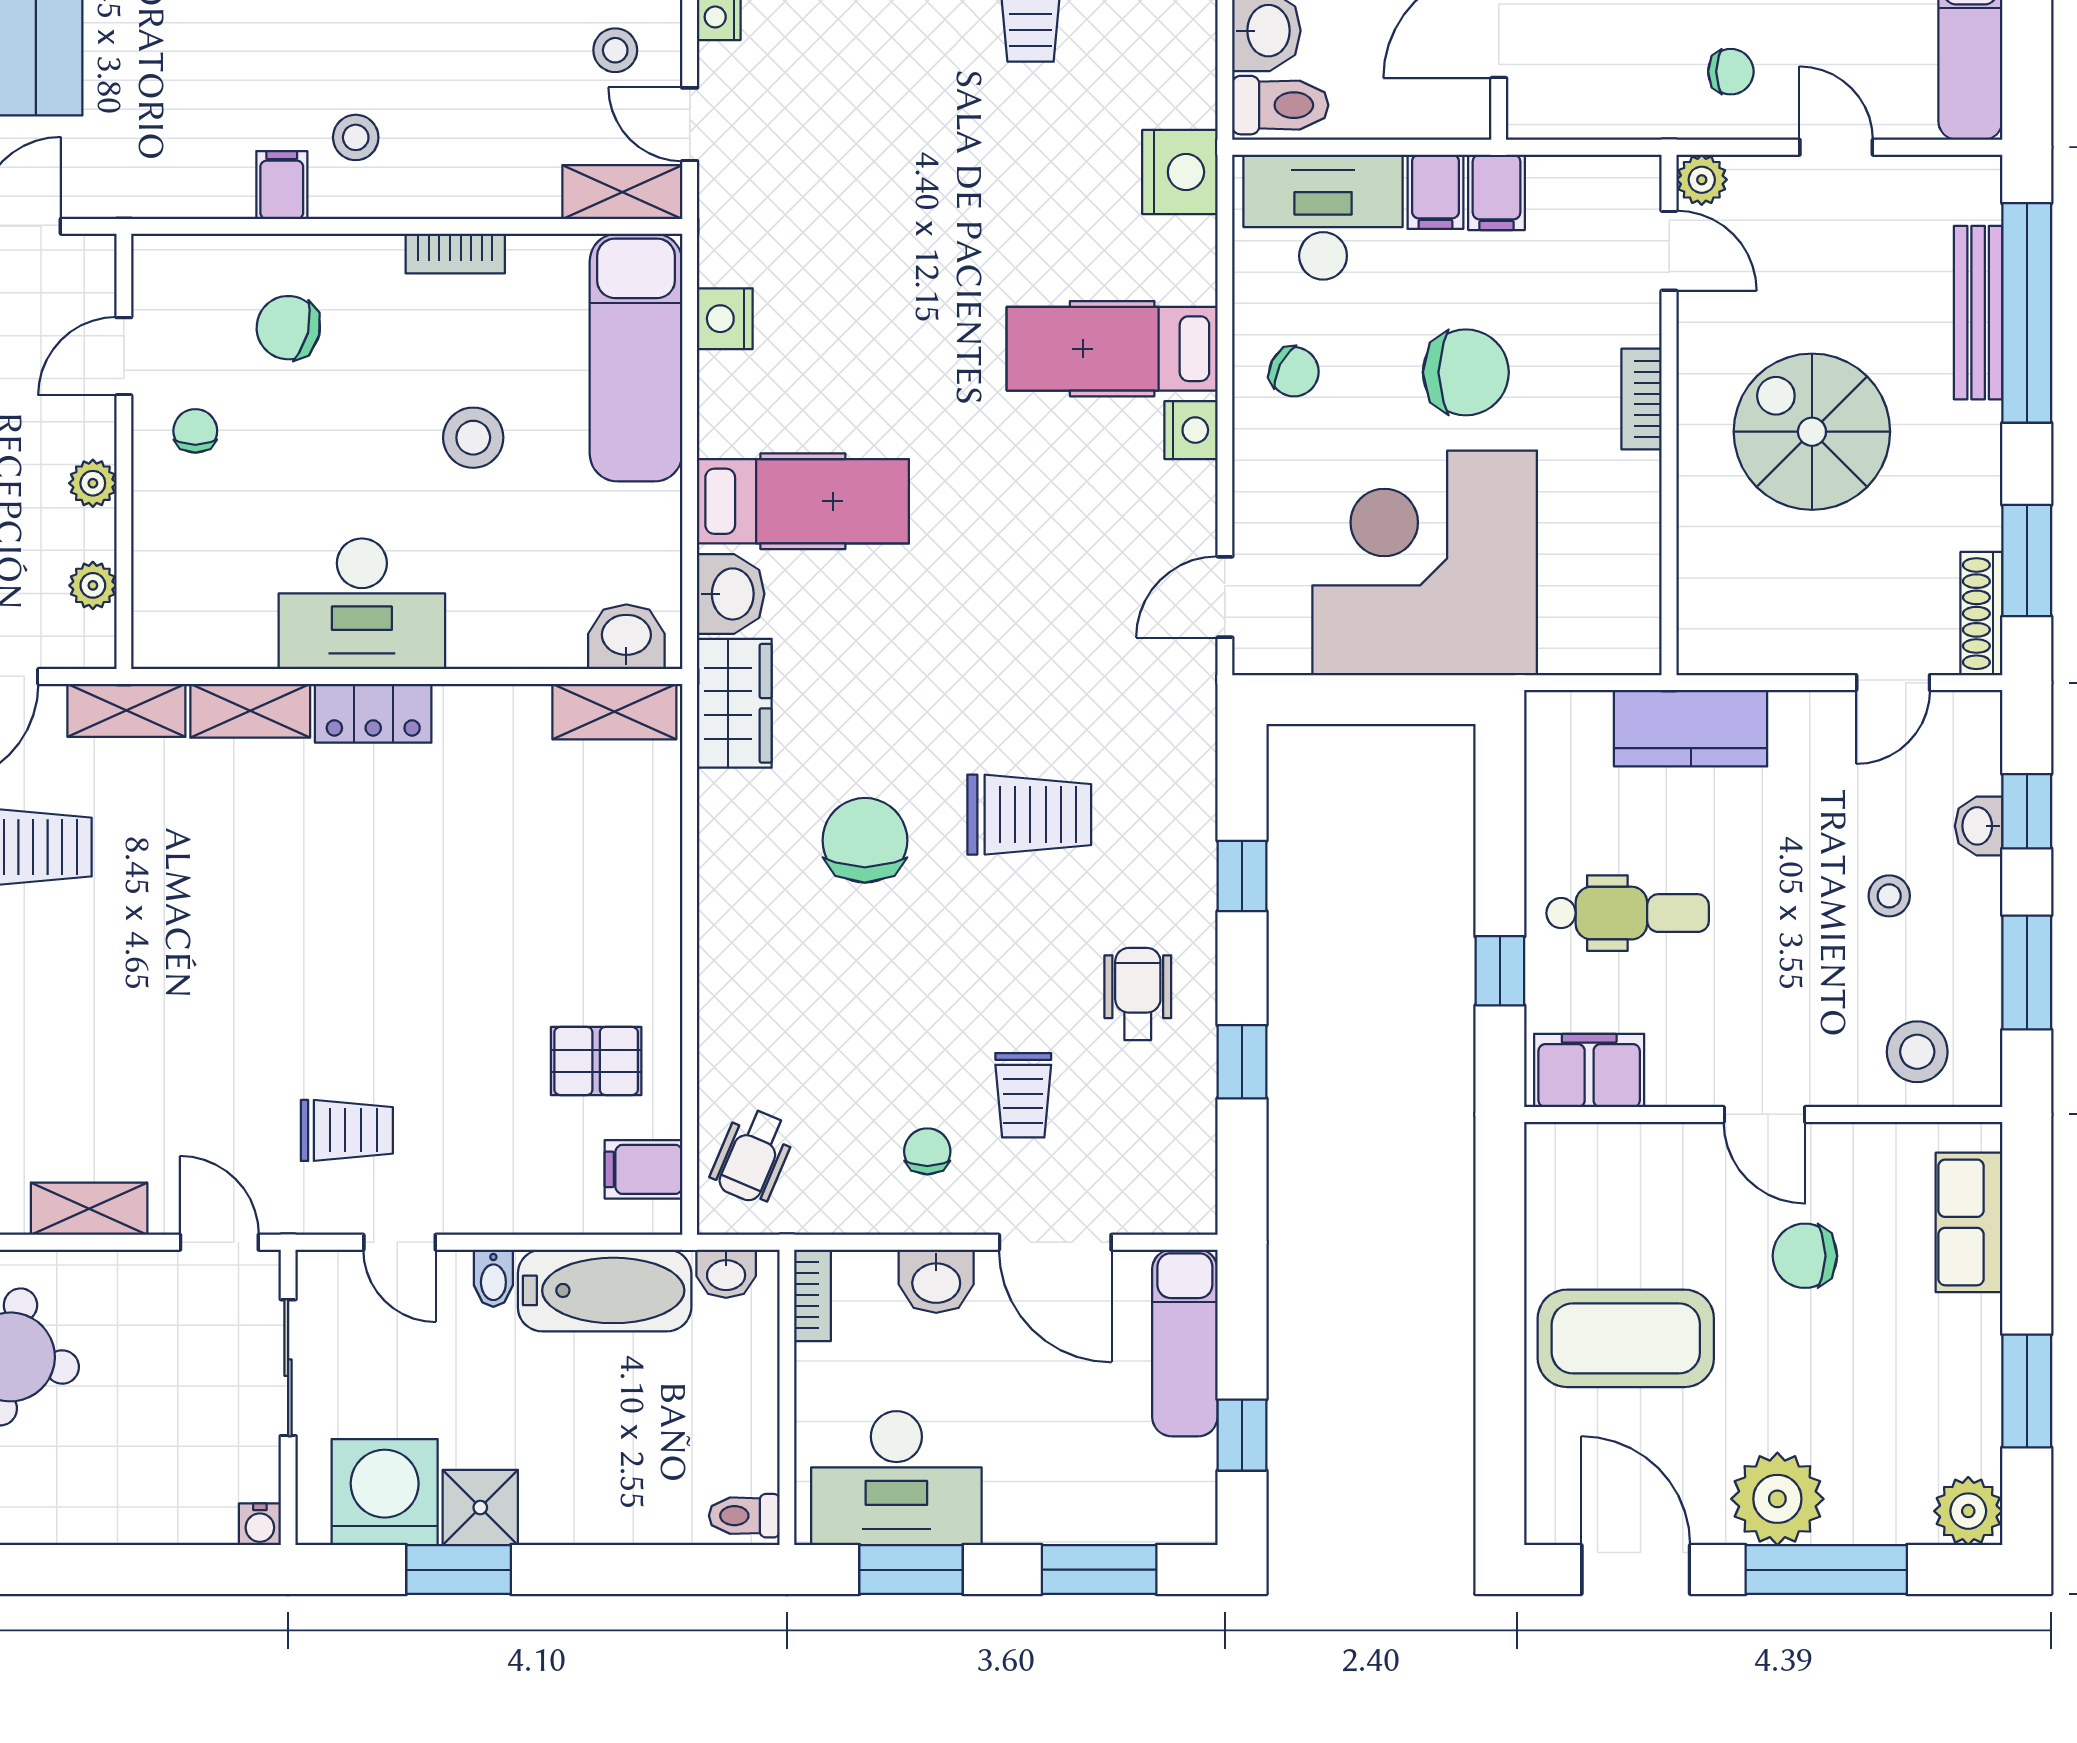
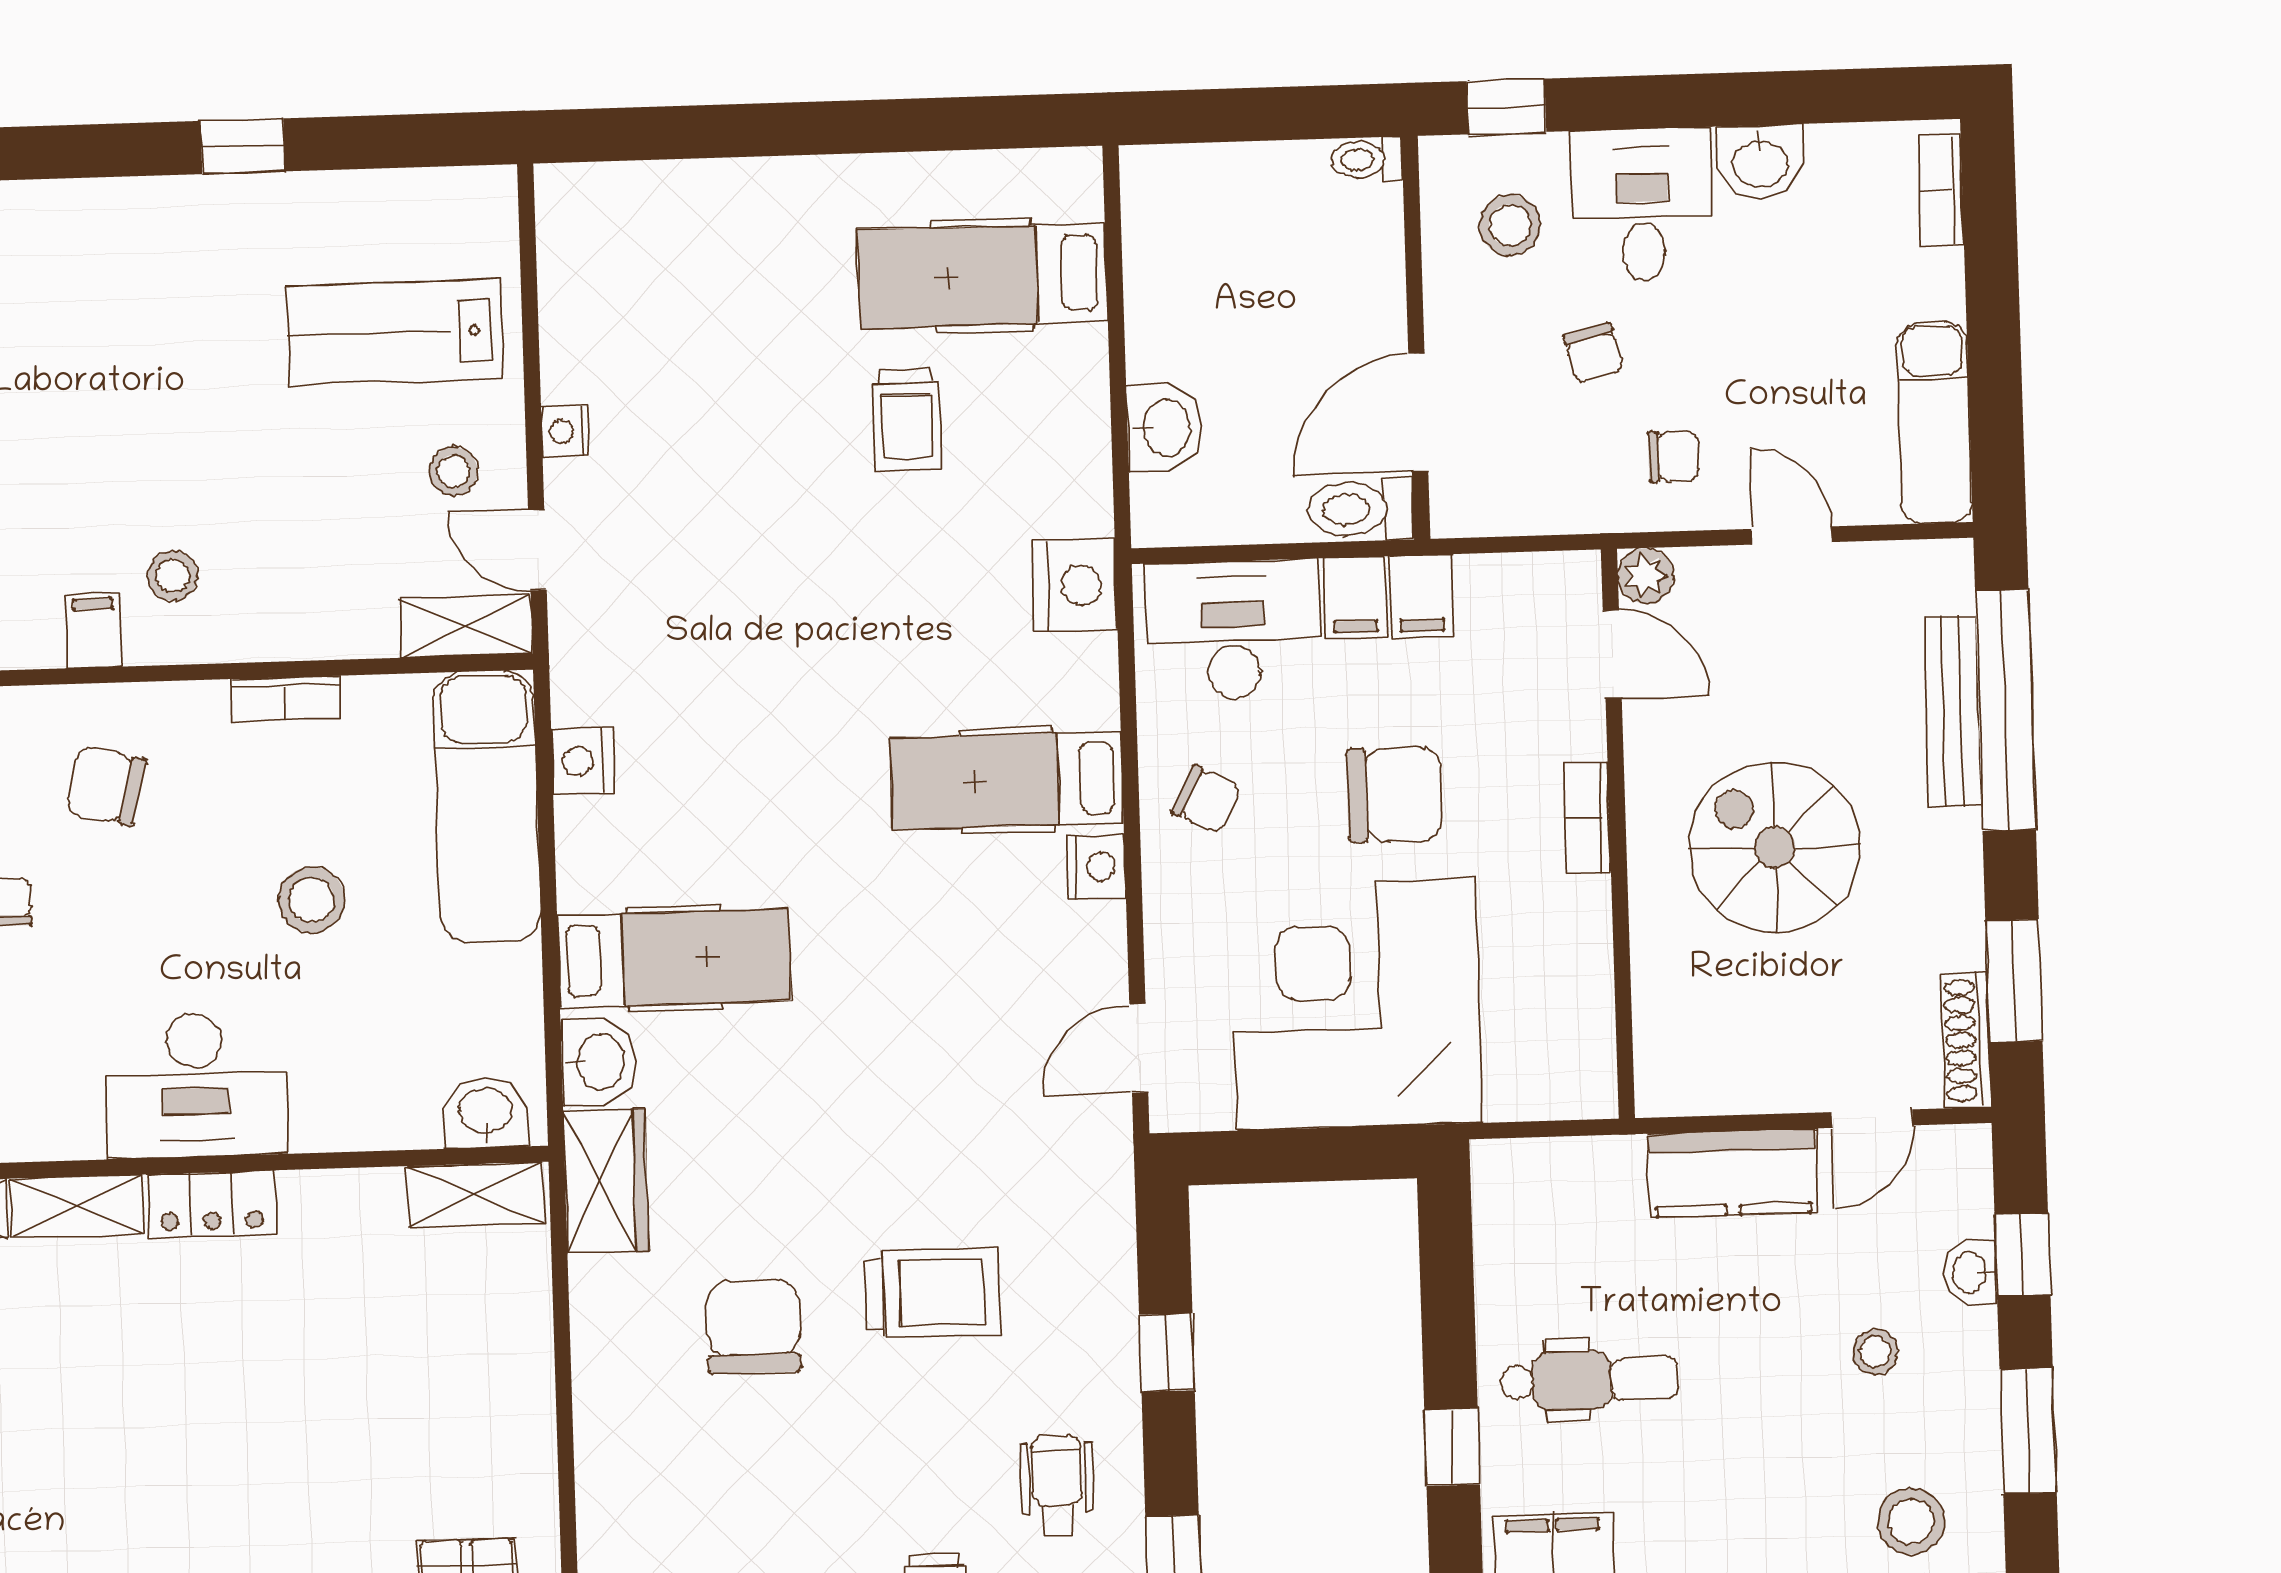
toilet: (1280, 105) -> (1361, 509), moved, turned 180
kitchen counter: (1691, 728) -> (1733, 1173), moved

